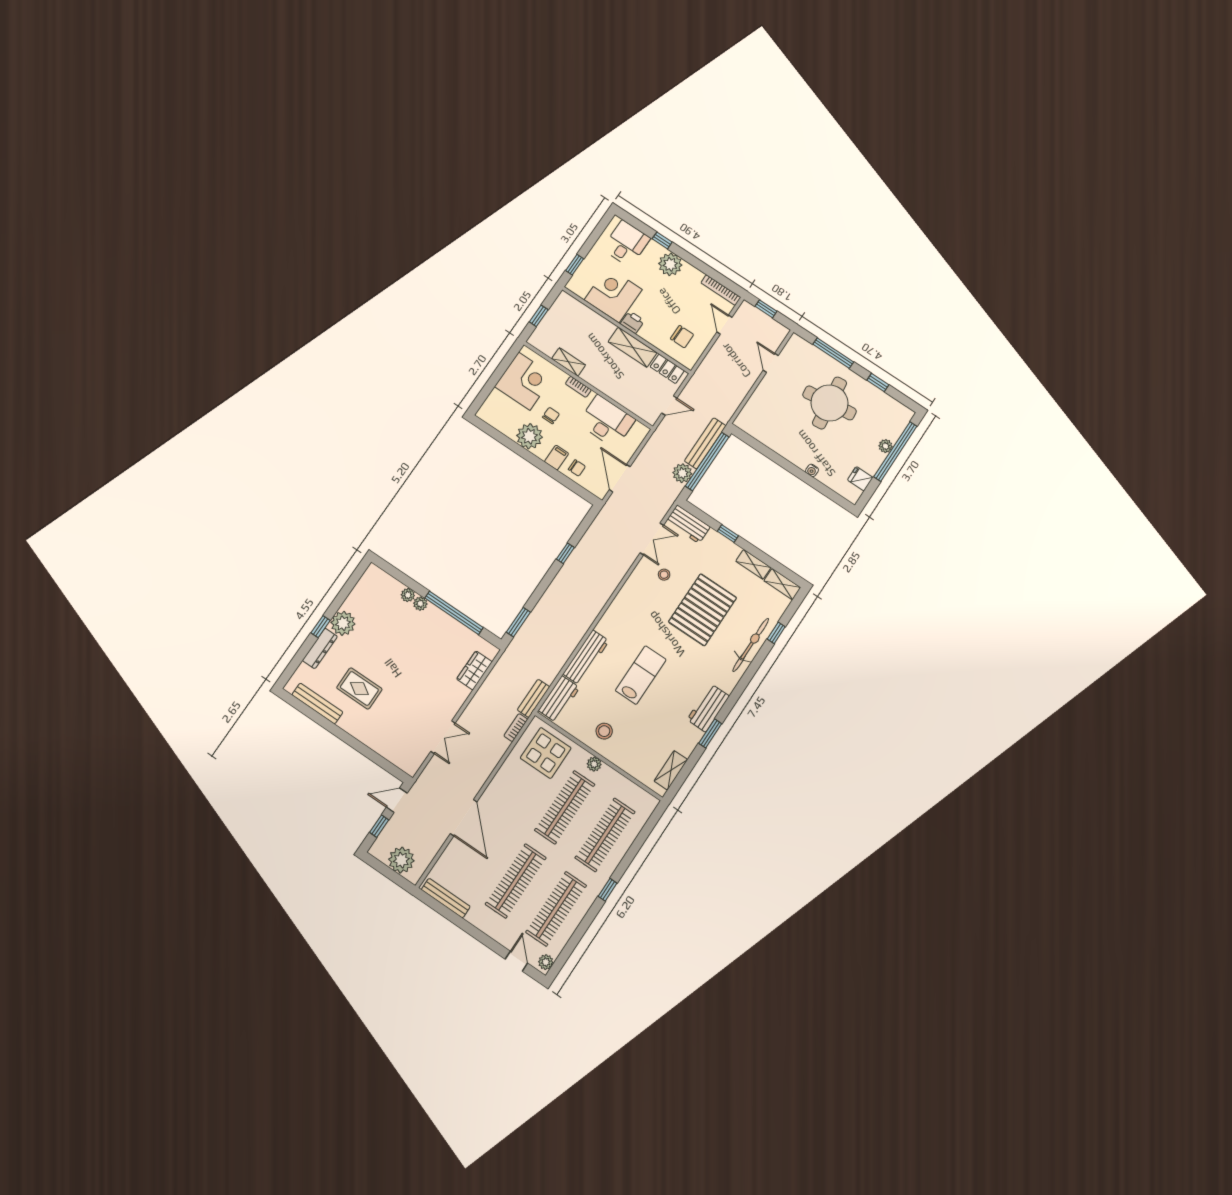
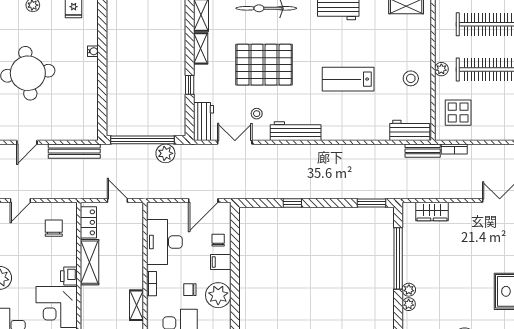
bench: (705, 443) -> (74, 151), moved
workbench: (586, 657) -> (296, 131), moved
display table: (546, 753) -> (458, 113), width x0.73, depth x0.73

